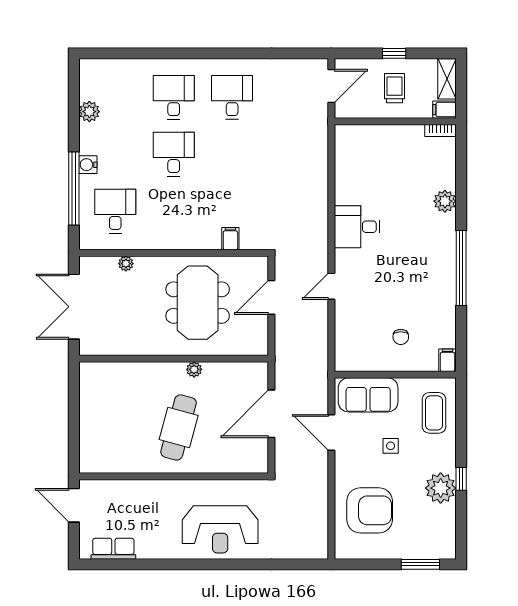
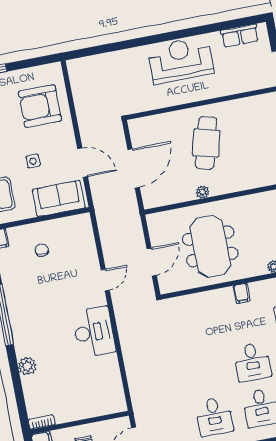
desk: (357, 227) -> (94, 332), width x1.37
filing cabinet: (230, 239) -> (242, 293), moved
reception desk: (220, 529) -> (181, 60), moved

